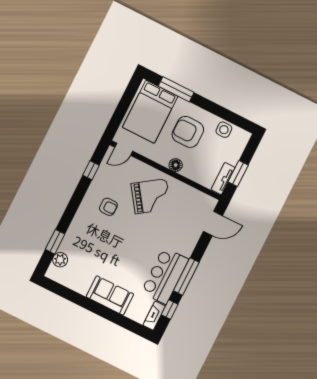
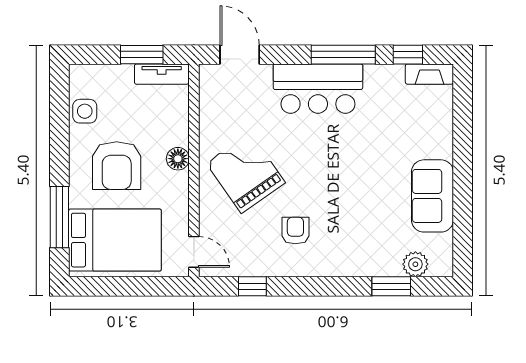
bar counter: (165, 276) -> (318, 89), moved
sofa: (110, 295) -> (432, 196), moved

